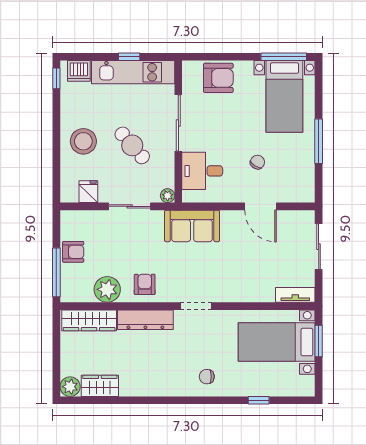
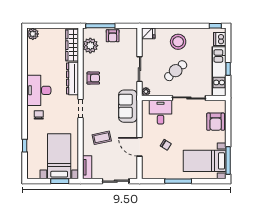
fridge: (88, 192) -> (148, 33), moved
door: (261, 206) -> (140, 147), hinge flipped
coffee table: (246, 270) -> (102, 138), added
plant: (107, 289) -> (90, 46), moved
desk: (165, 376) -> (39, 90), added
wardrobe: (100, 386) -> (33, 52), removed

